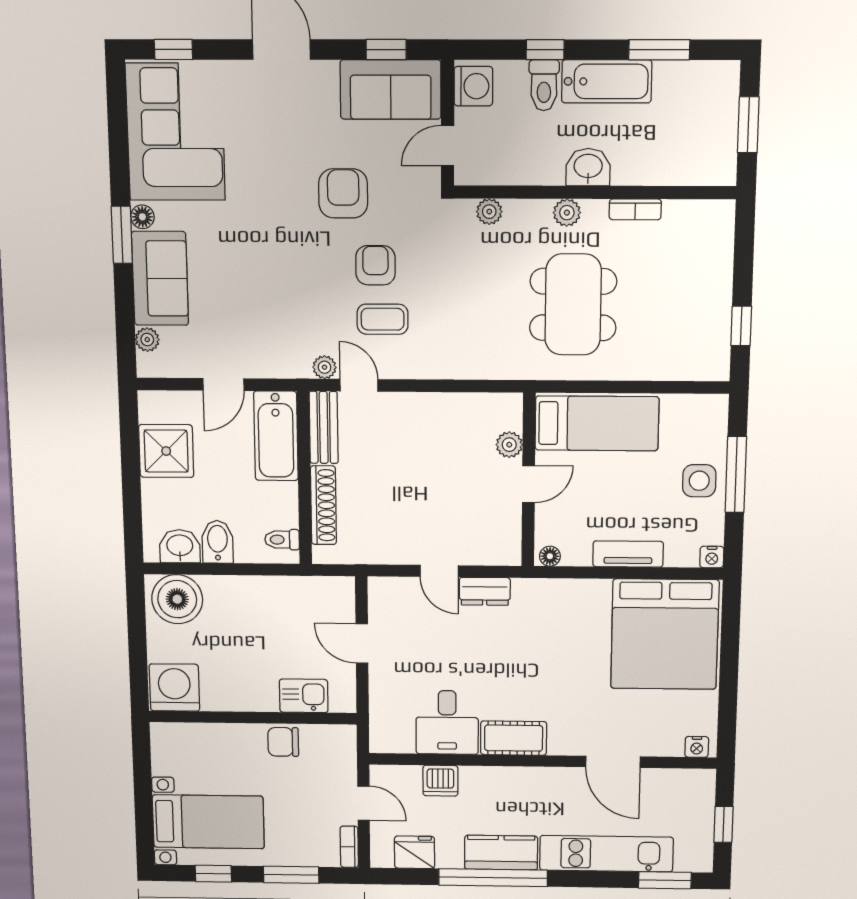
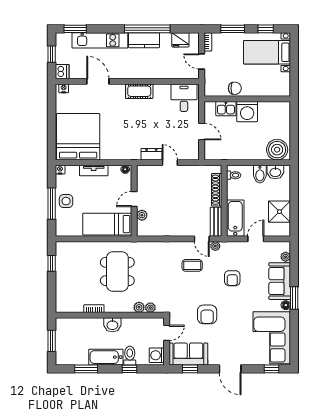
plant: (567, 213) -> (139, 307), moved
armchair: (375, 265) -> (232, 278), moved
washing machine: (174, 688) -> (247, 112), moved
desk: (447, 722) -> (184, 98), moved
dishwasher: (440, 781) -> (62, 72), moved, turned 90

